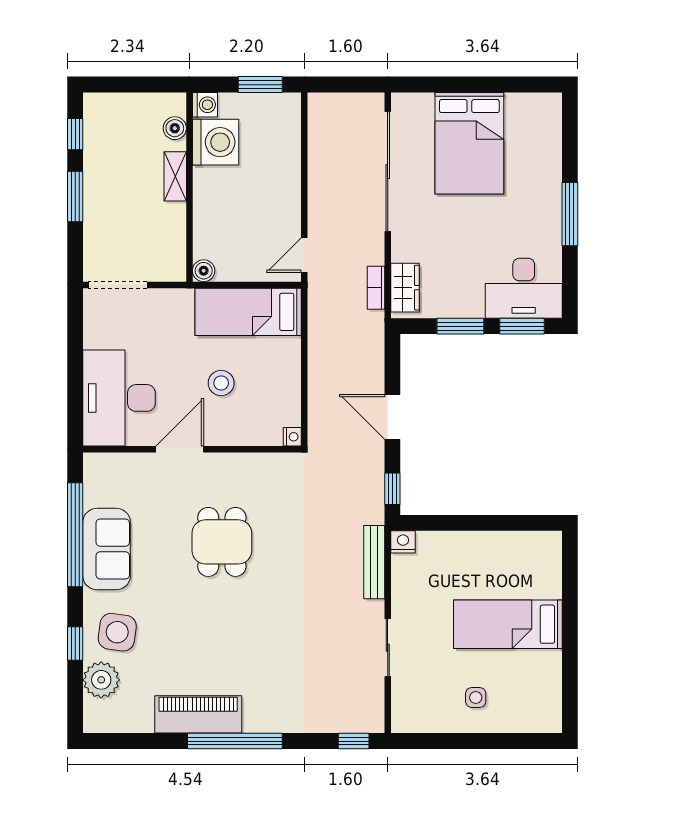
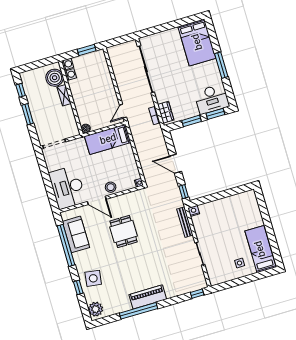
boiler: (175, 128) -> (55, 78), width x1.86, depth x1.86
washing machine: (216, 142) -> (70, 74), width x0.53, depth x0.53
bed: (469, 143) -> (197, 42), moved
stool: (221, 383) -> (111, 187), moved
door: (180, 449) -> (97, 200), swing flipped
sofa: (107, 549) -> (76, 234), moved
bed: (508, 624) -> (260, 249), moved, turned 90
plant: (101, 680) -> (96, 309), moved
piano: (198, 714) -> (148, 297), moved
window: (235, 741) -> (138, 311), moved

